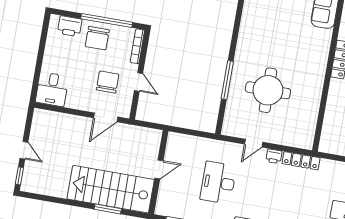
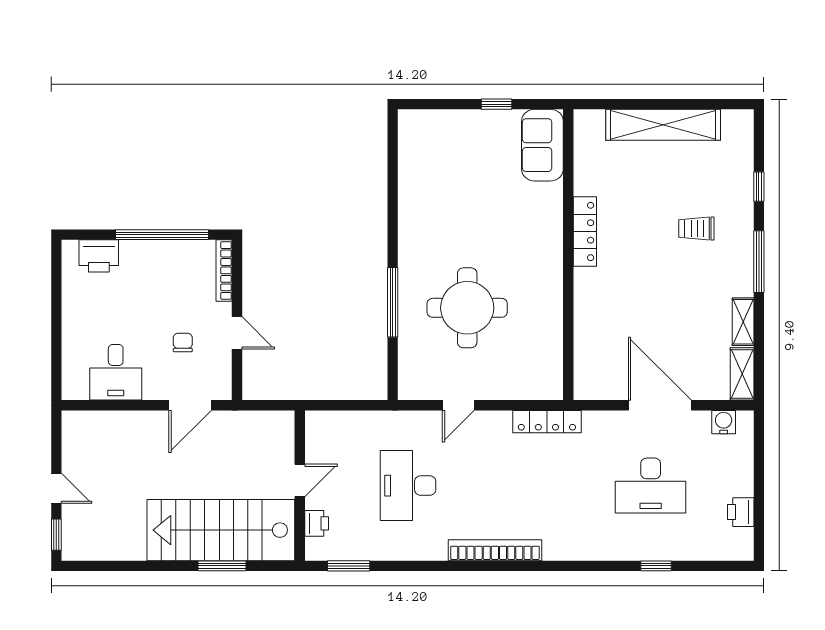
chair: (97, 38) -> (151, 269), removed
chair: (108, 82) -> (183, 343), width x0.54, depth x0.54
desk: (52, 89) -> (116, 372), moved
printer: (274, 156) -> (317, 523), moved, turned -90

